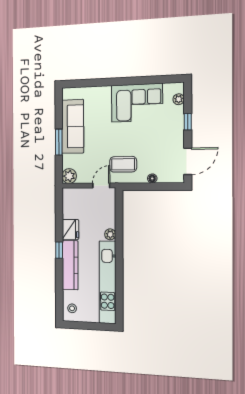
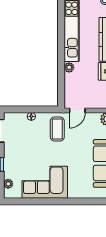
coffee table: (123, 164) -> (57, 129), turned 90

